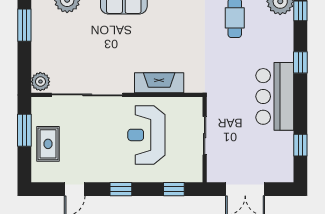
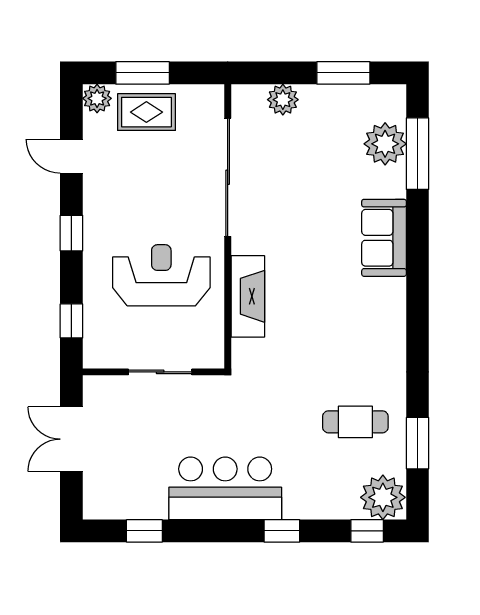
plant: (40, 82) -> (283, 100), moved
window: (24, 130) -> (143, 73), moved
plant: (40, 174) -> (97, 98), added

